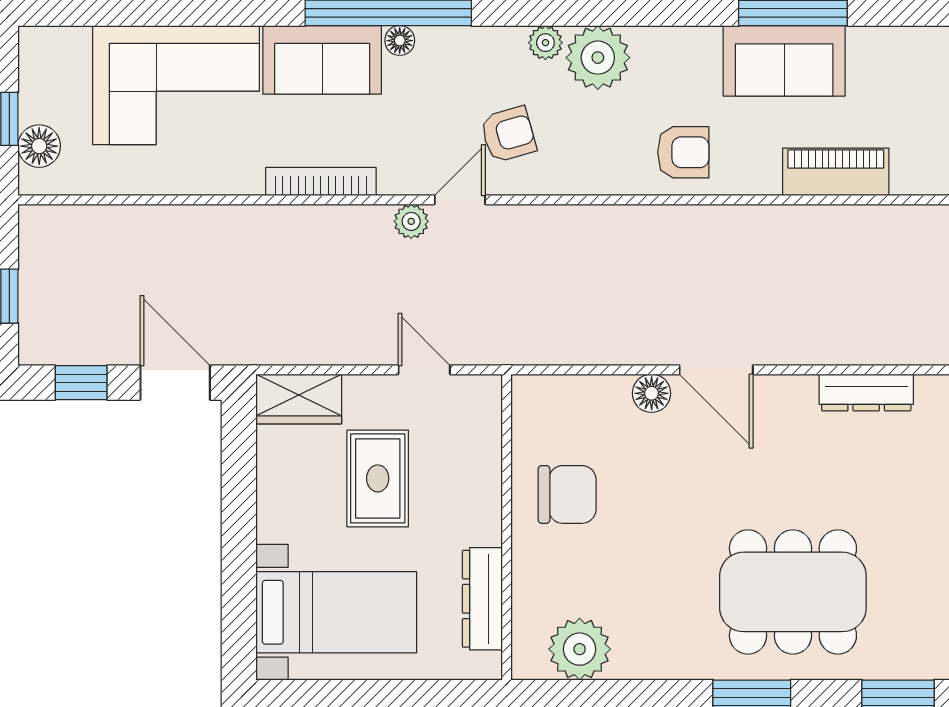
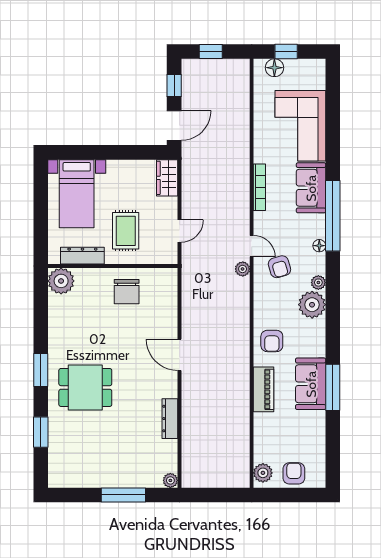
floor lamp: (400, 41) -> (319, 246), moved
piano: (836, 172) -> (264, 389), moved
plant: (411, 221) -> (243, 269), moved
door: (716, 370) -> (180, 355), hinge flipped
floor lamp: (652, 393) -> (170, 327), removed
rug: (378, 478) -> (126, 231), moved, turned 90
dining table: (793, 592) -> (85, 387), width x0.73
plant: (580, 649) -> (61, 281), moved

